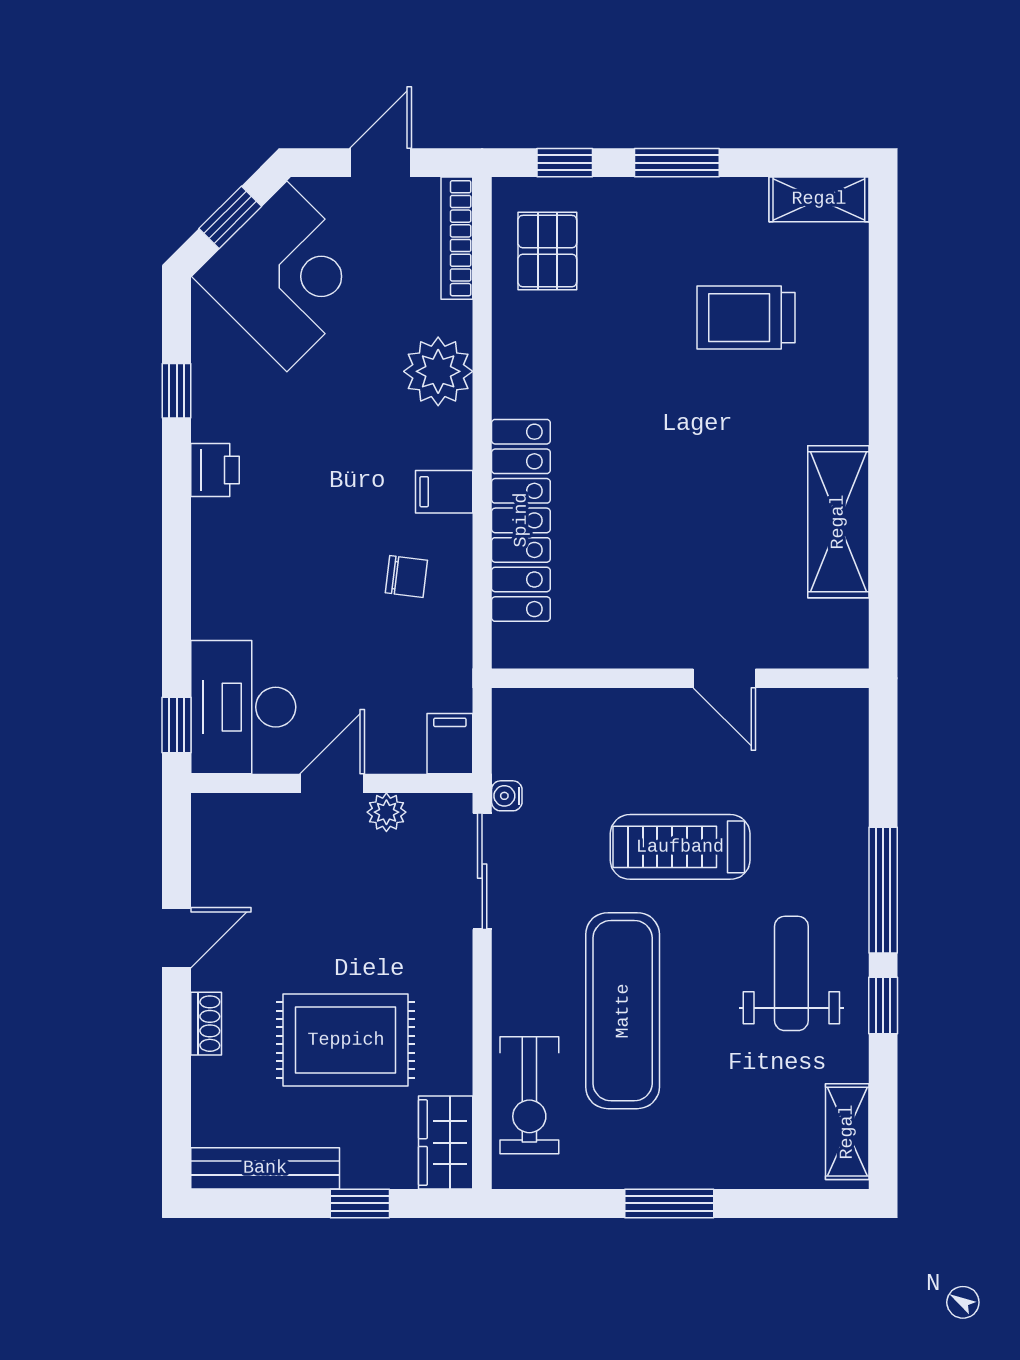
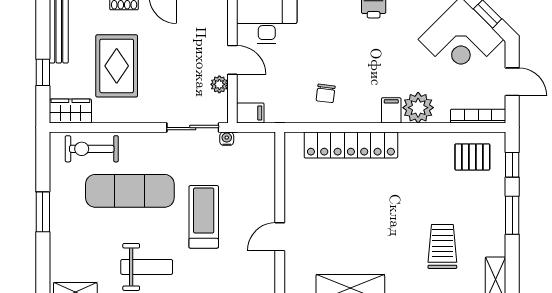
filing cabinet: (444, 492) -> (391, 110), moved

